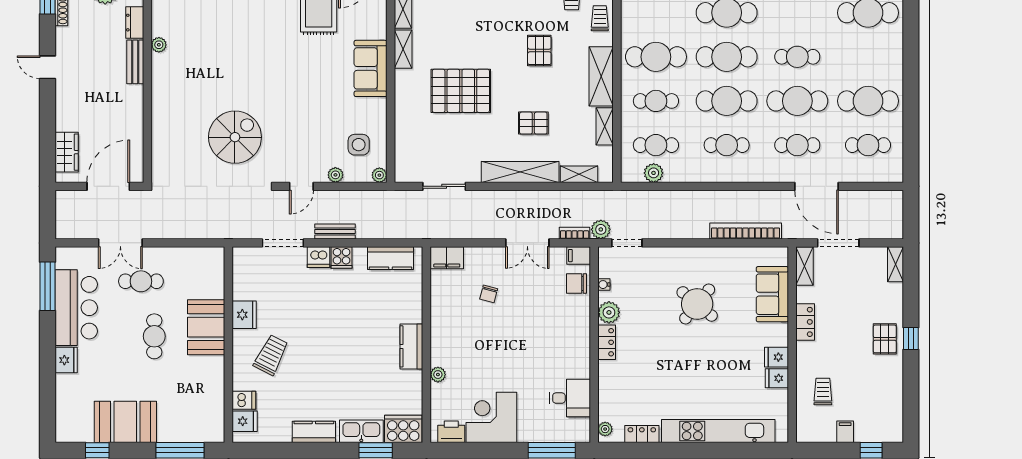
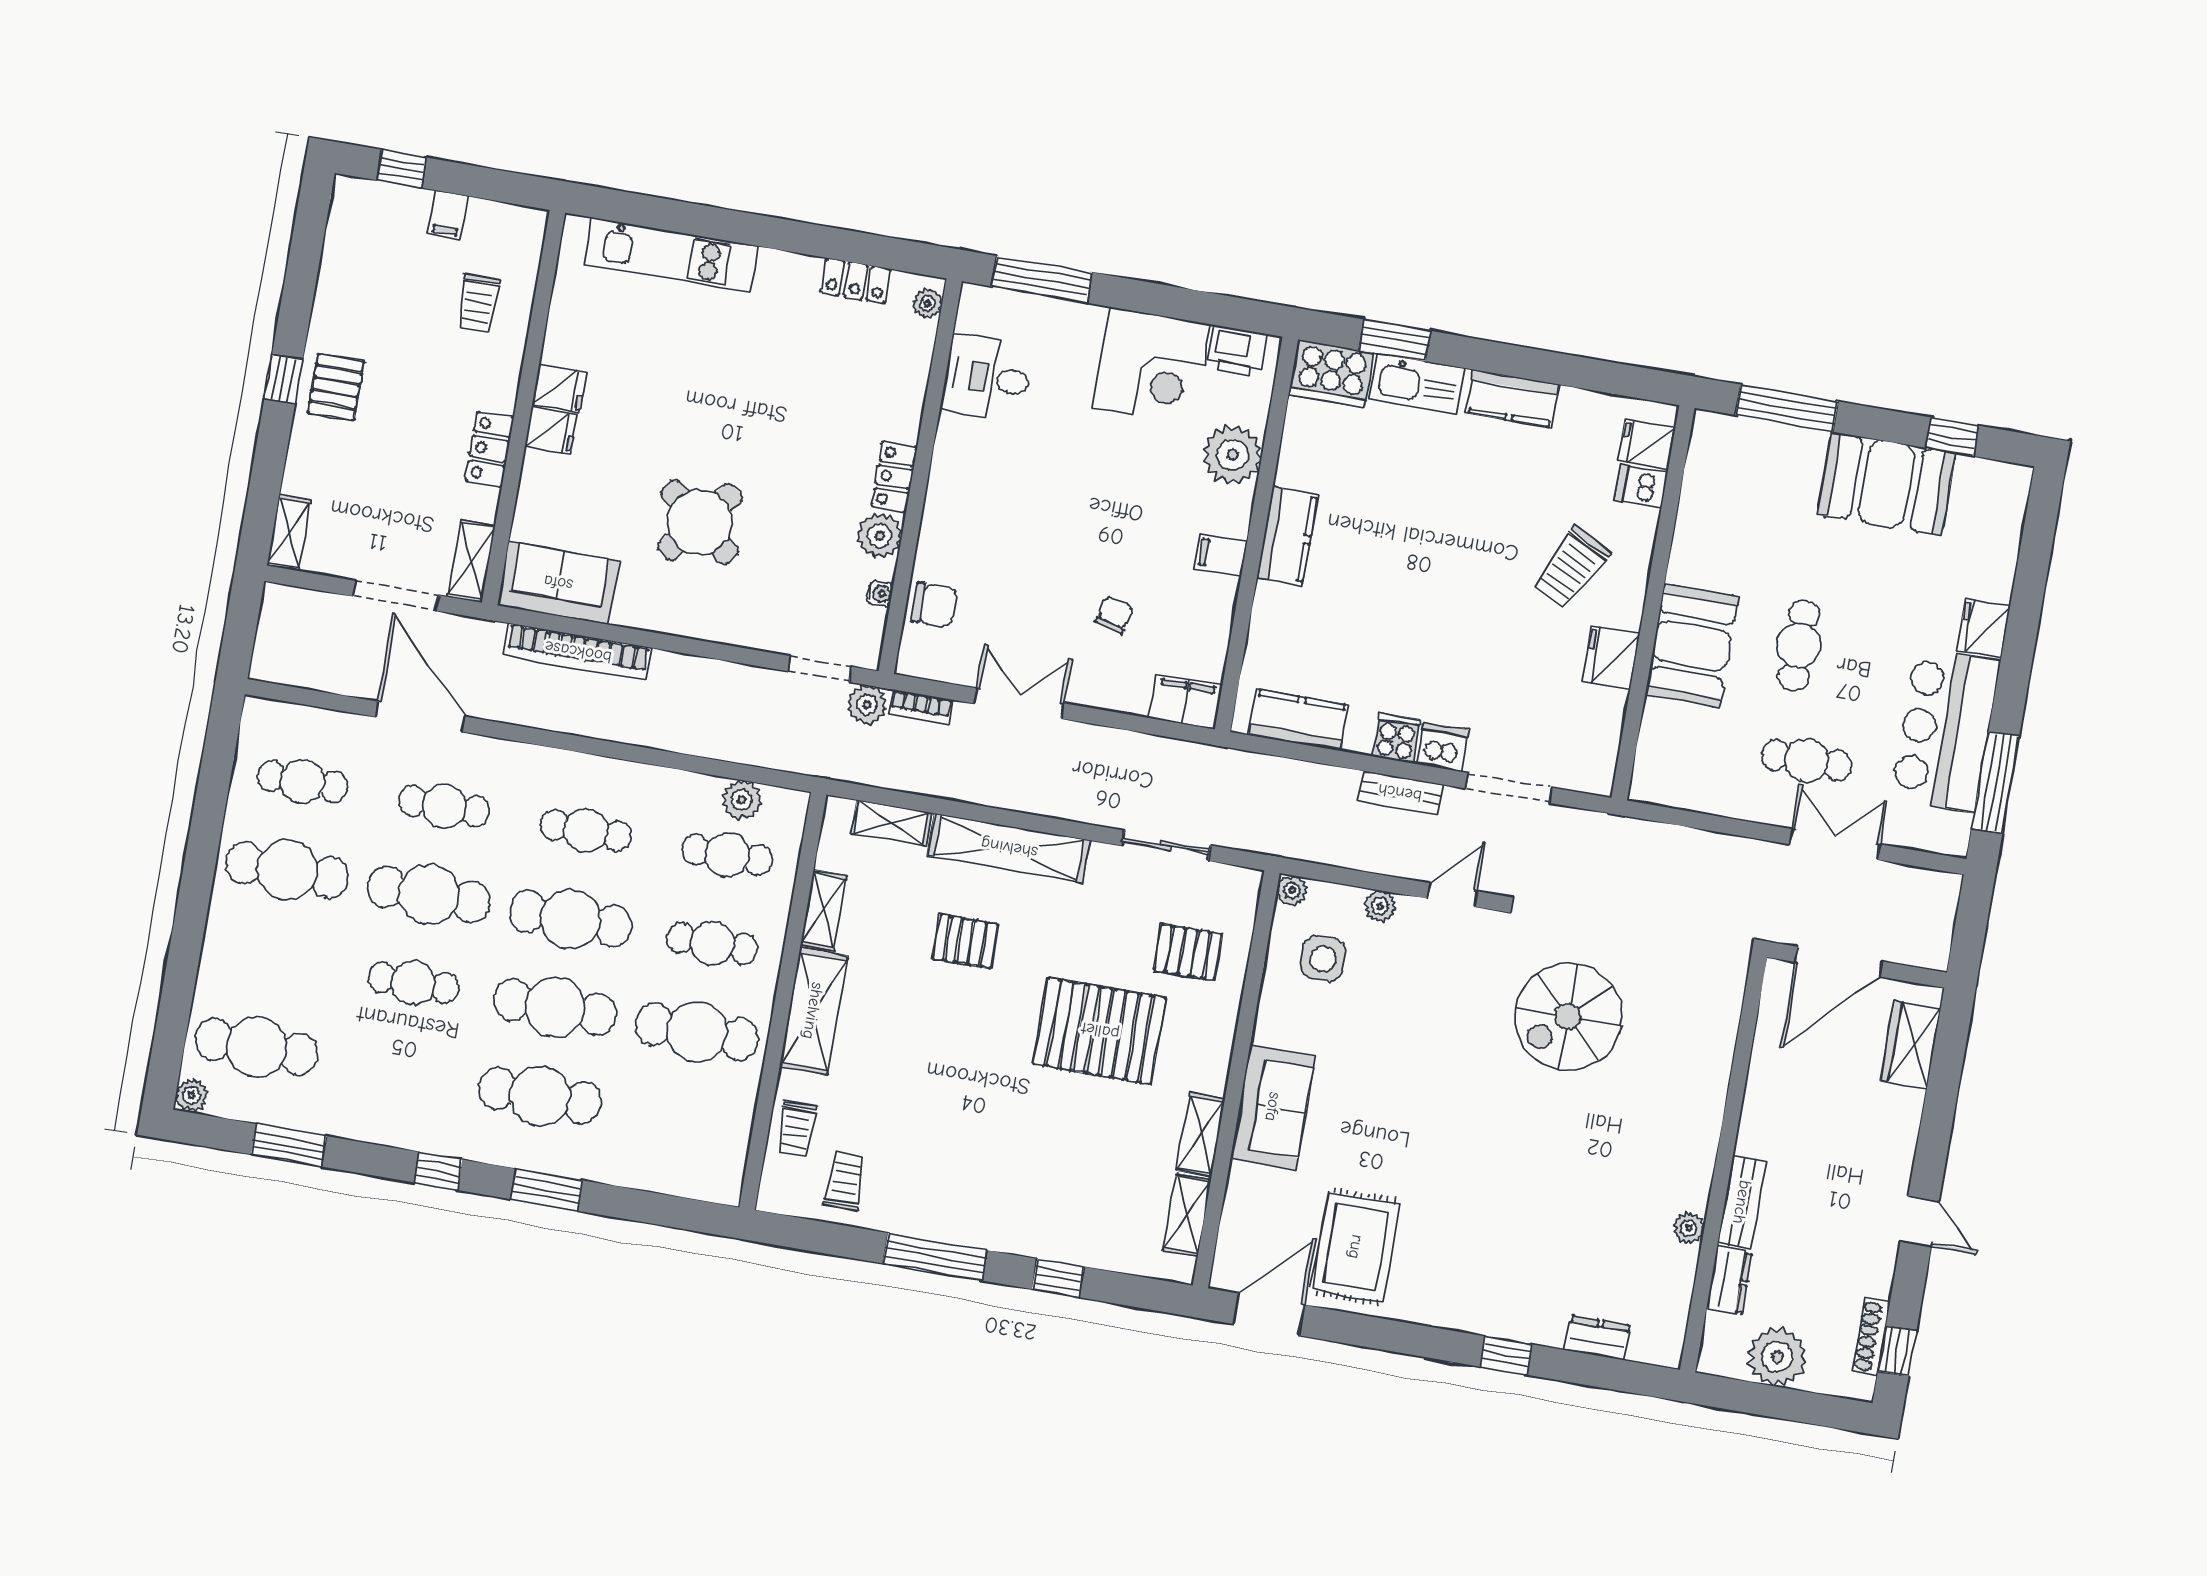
pallet: (539, 50) -> (1188, 952), moved, turned 90
filing cabinet: (579, 256) -> (1221, 555), moved, turned 180
sofa: (772, 294) -> (558, 583), moved, turned -90
plant: (438, 375) -> (1232, 455), width x1.87, depth x1.87
fridge: (777, 378) -> (551, 431), moved
kitchen unit: (718, 431) -> (671, 255), width x0.73

